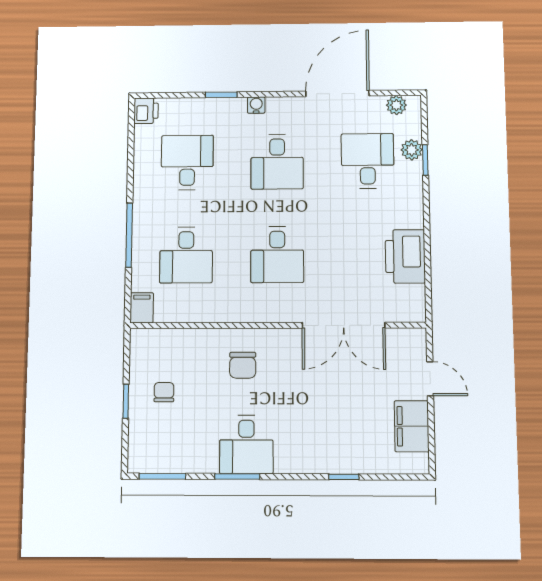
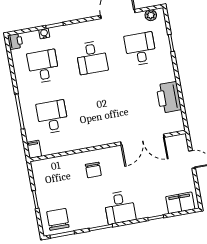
water cooler: (256, 105) -> (44, 33), moved
plant: (412, 150) -> (163, 39), removed
desk: (186, 255) -> (52, 117), turned 180
desk: (277, 255) -> (101, 108), removed
chair: (164, 392) -> (58, 219), moved, width x1.87, depth x1.87
filing cabinet: (412, 426) -> (180, 203), moved, turned 90
desk: (246, 444) -> (120, 207), moved

